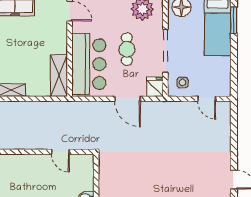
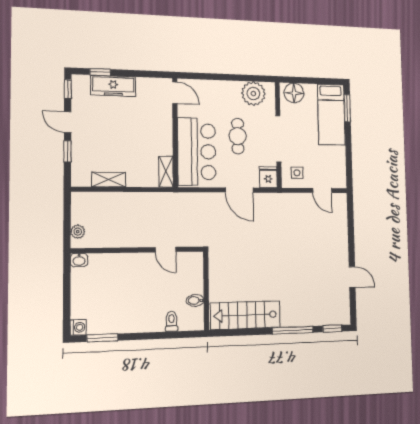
shelving: (59, 76) -> (166, 172), width x0.67, depth x0.75

